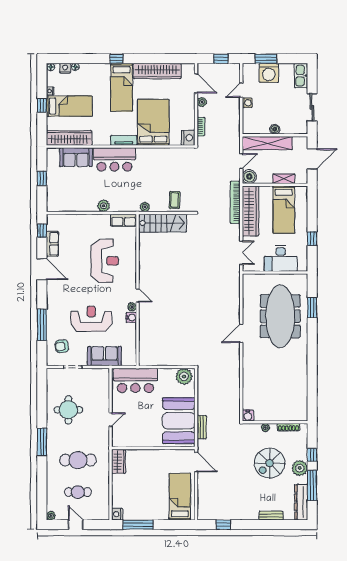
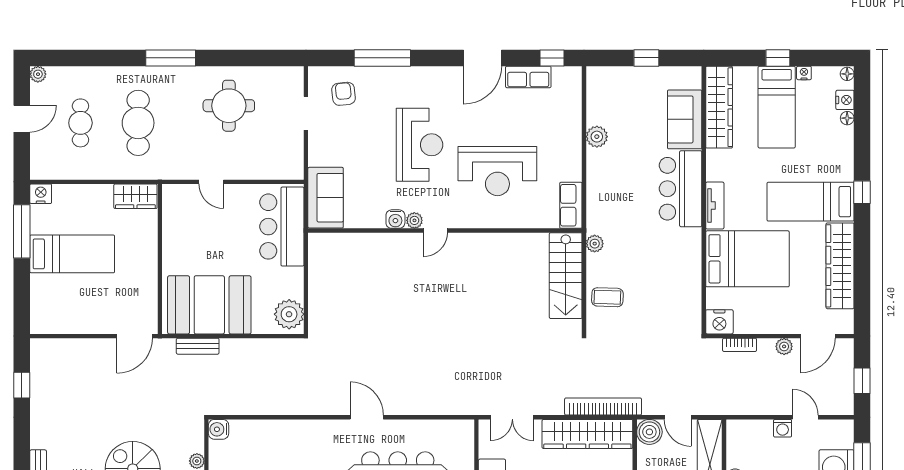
plant: (104, 206) -> (597, 137), moved
reception desk: (91, 319) -> (420, 145), moved
sofa: (105, 356) -> (326, 198), moved
bed: (180, 497) -> (72, 254), moved

